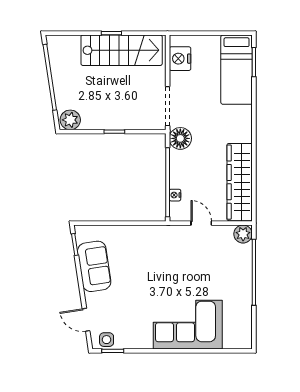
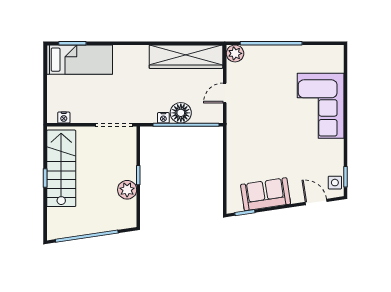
nightstand: (180, 59) -> (64, 118), width x0.53, depth x0.56
plant: (70, 120) -> (127, 190), moved
floor lamp: (180, 138) -> (181, 113), moved
nightstand: (175, 195) -> (163, 118), moved
door: (86, 320) -> (316, 202), swing flipped

